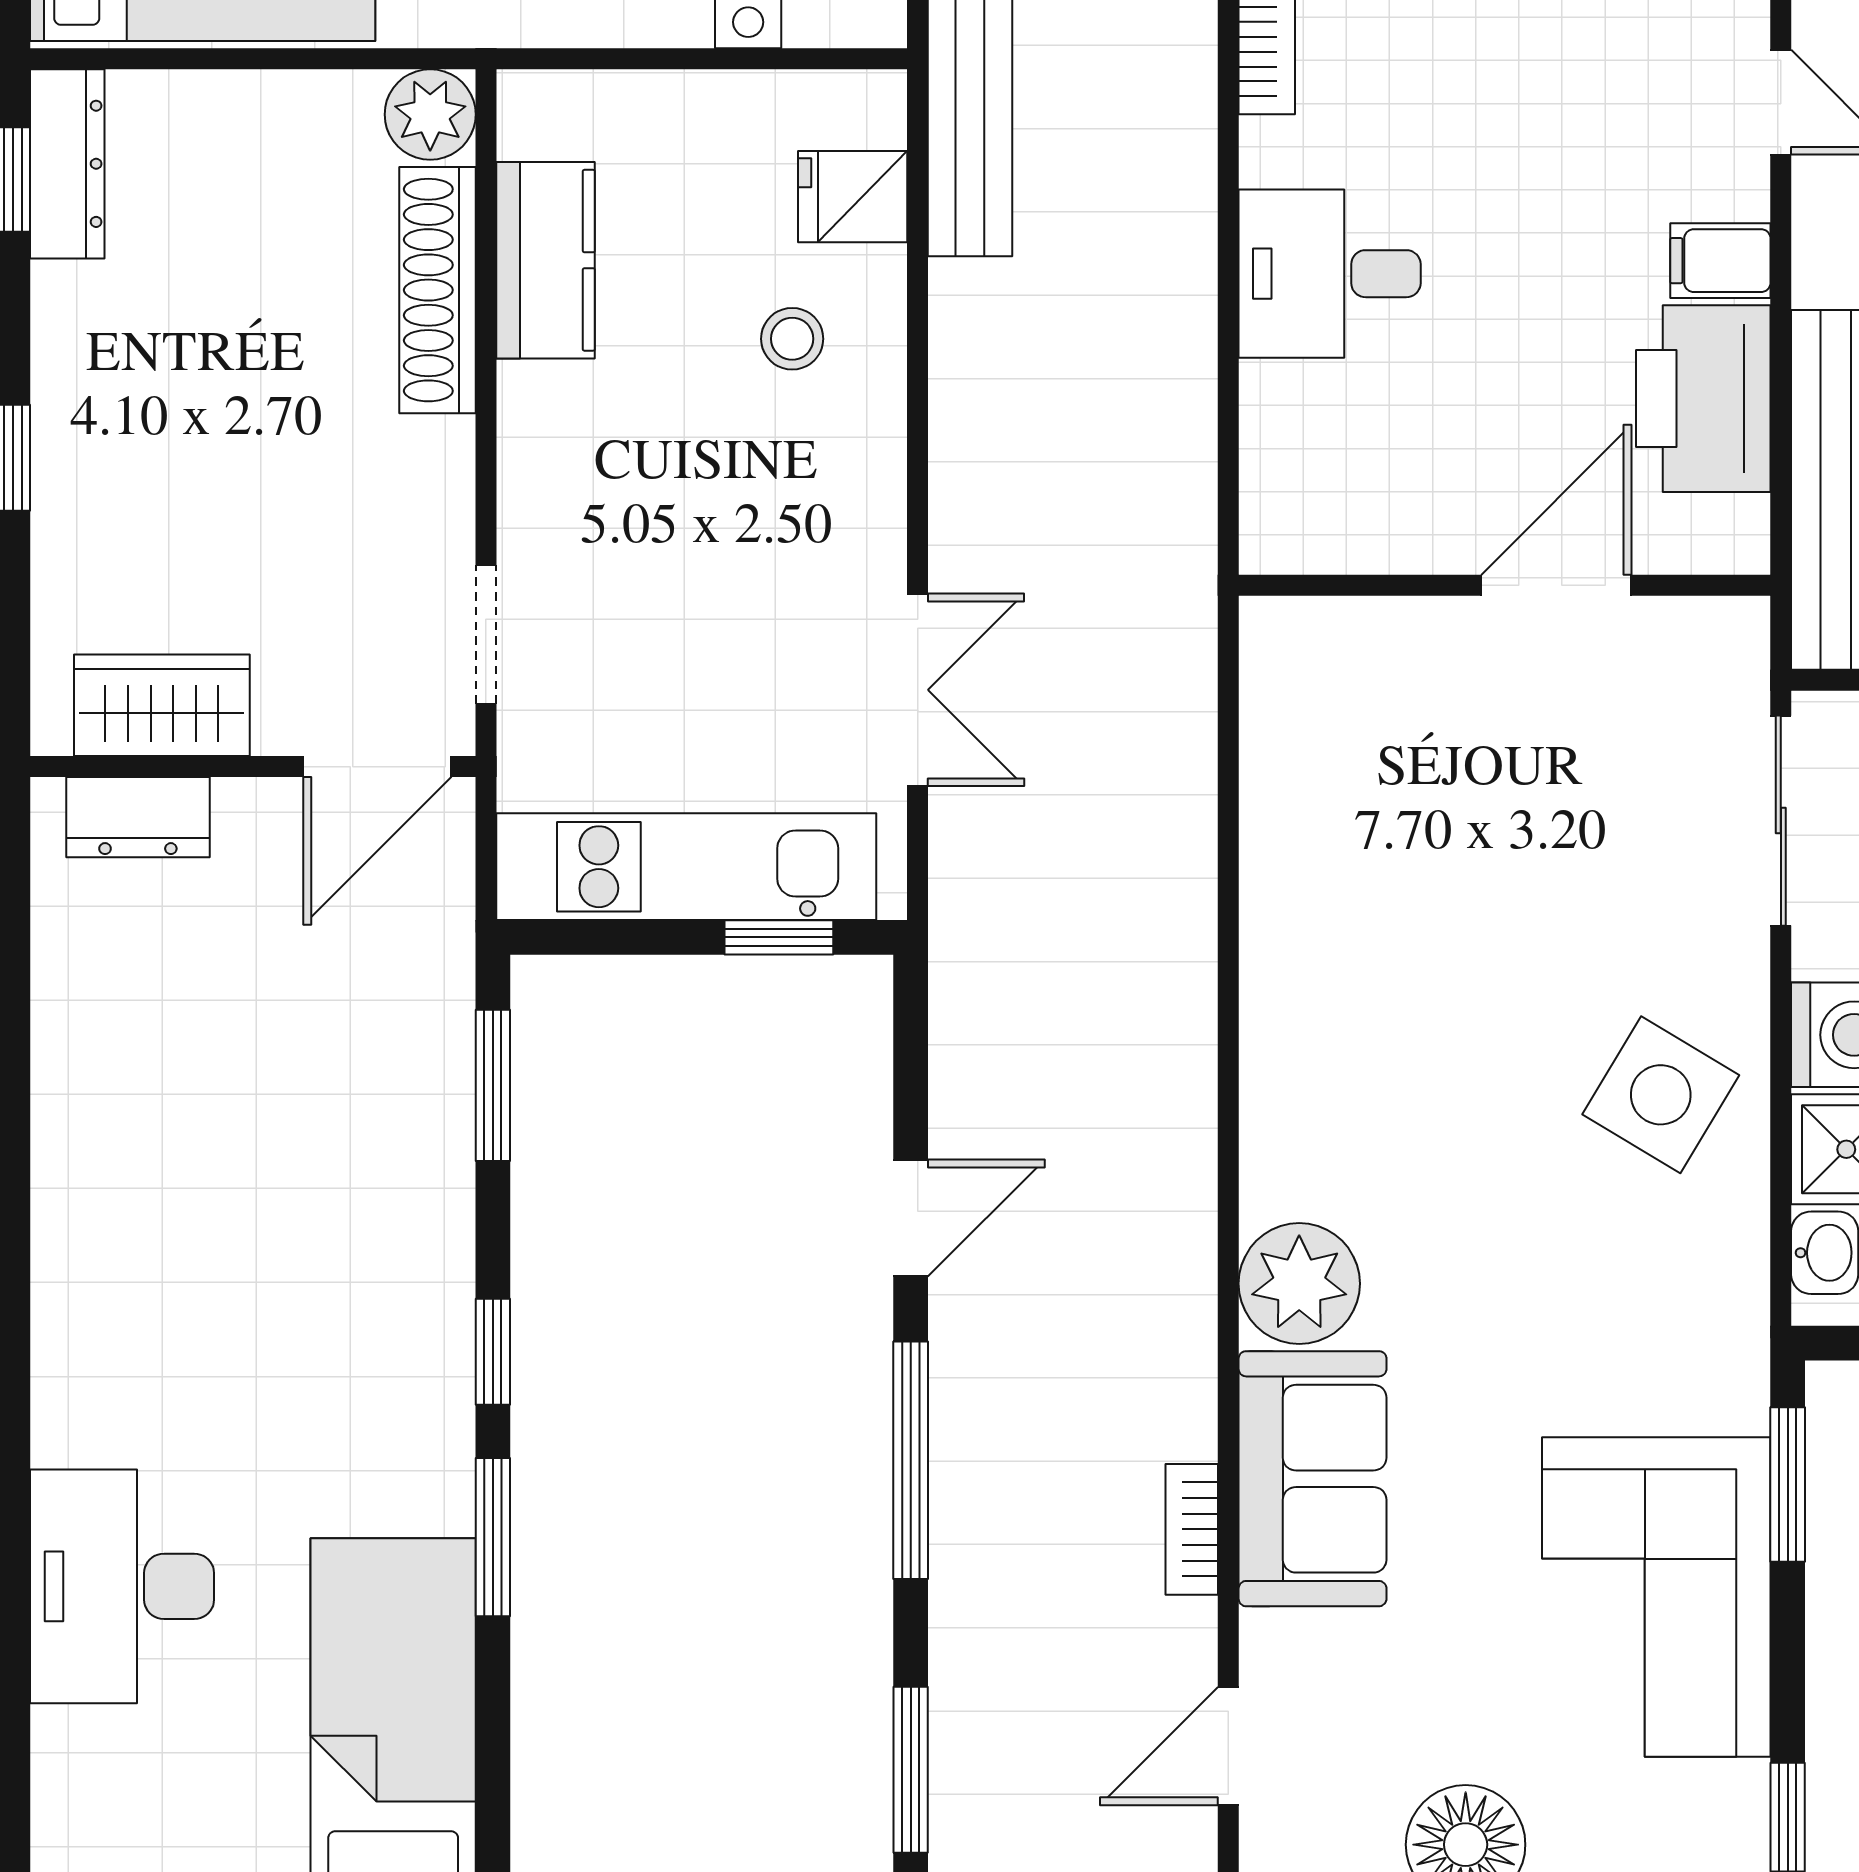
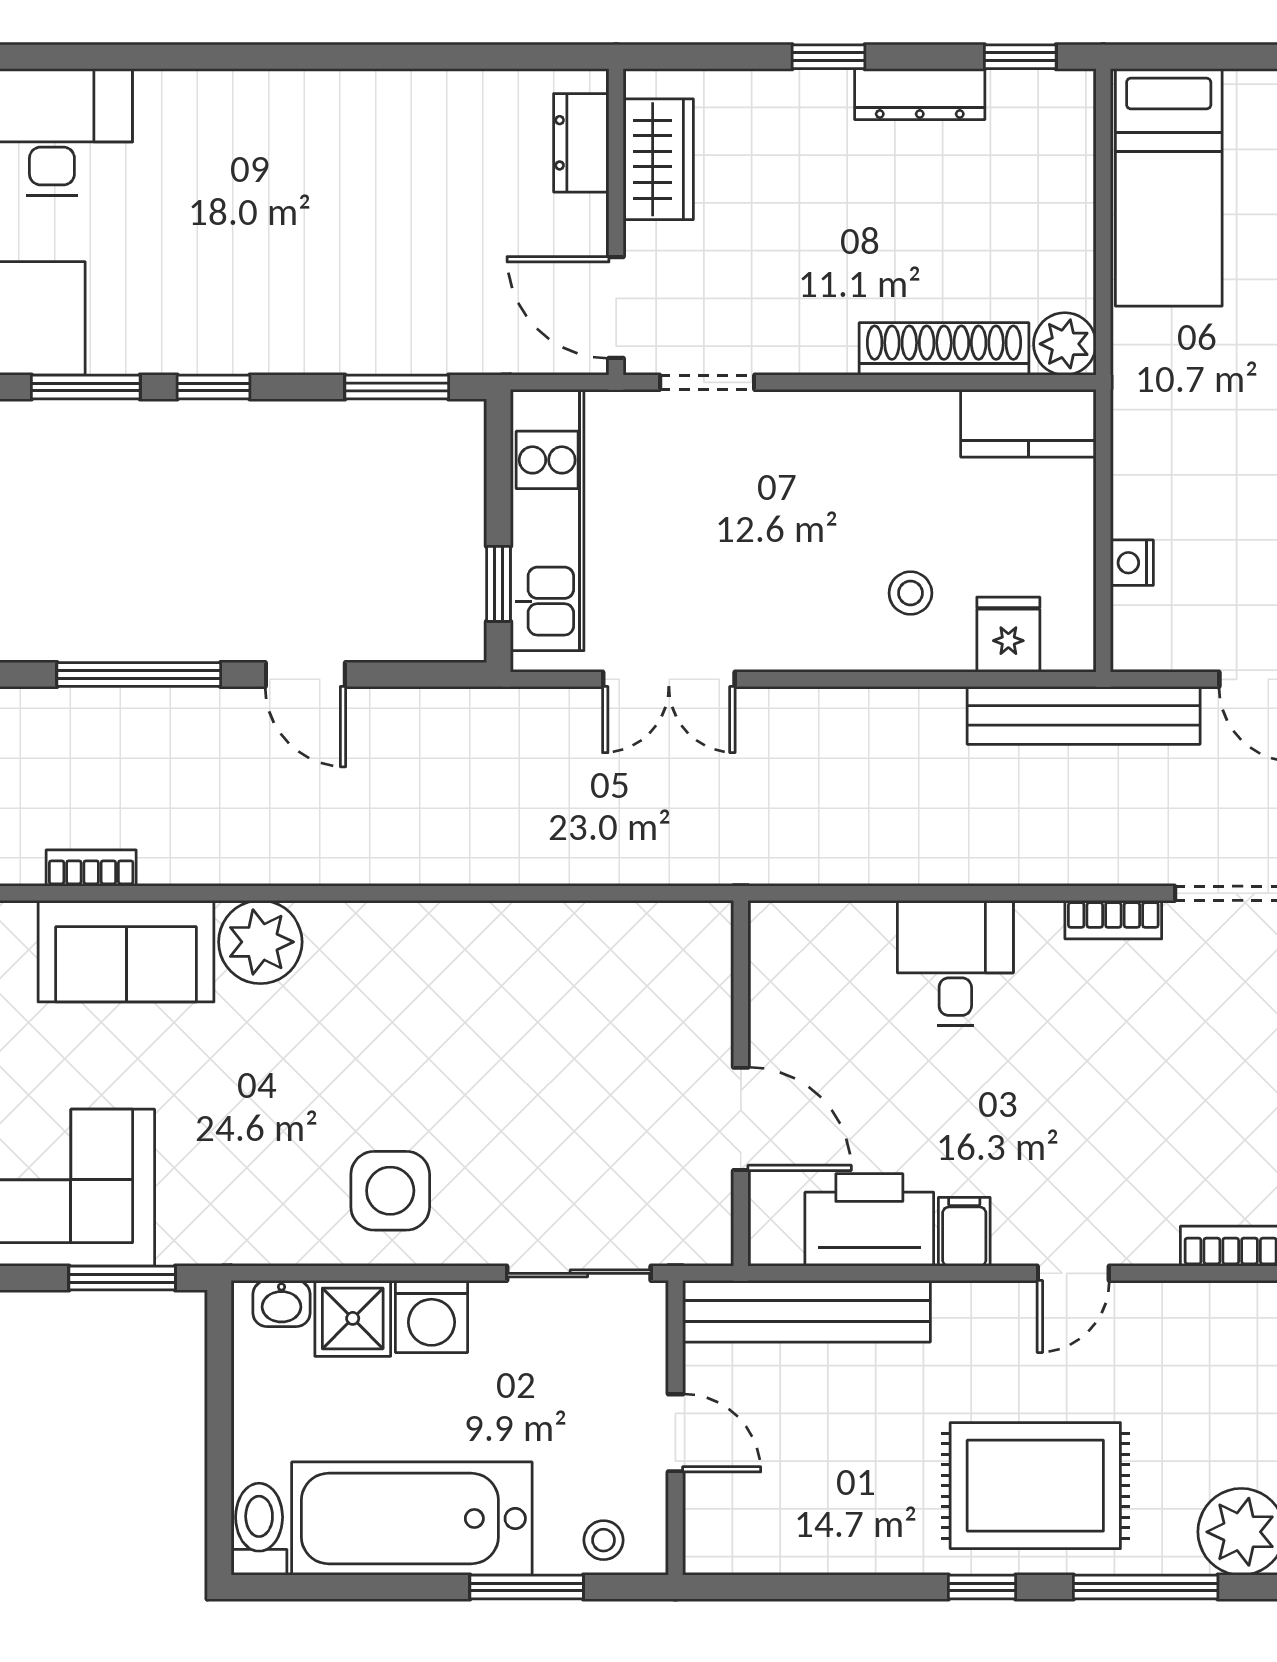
dresser: (67, 164) -> (920, 94), moved
kitchen counter: (545, 260) -> (1028, 423), moved
side table: (1661, 1095) -> (390, 1191), turned -31

